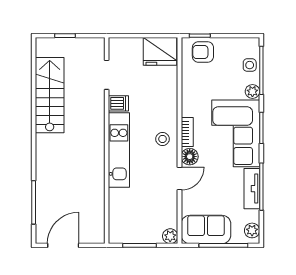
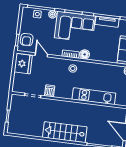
stairs: (50, 95) -> (65, 132), moved
kitchen unit: (119, 150) -> (94, 96), moved
door: (179, 179) -> (41, 55), moved

